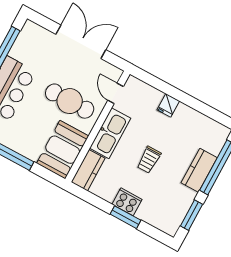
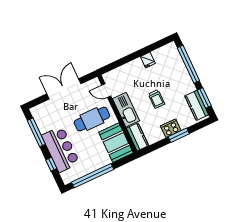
fridge: (168, 105) -> (148, 60), moved
kitchen counter: (199, 170) -> (197, 105), moved

